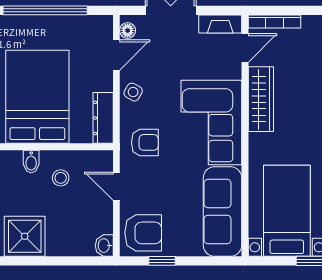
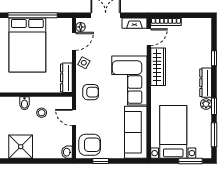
bed: (37, 97) -> (27, 45), moved, turned 180

